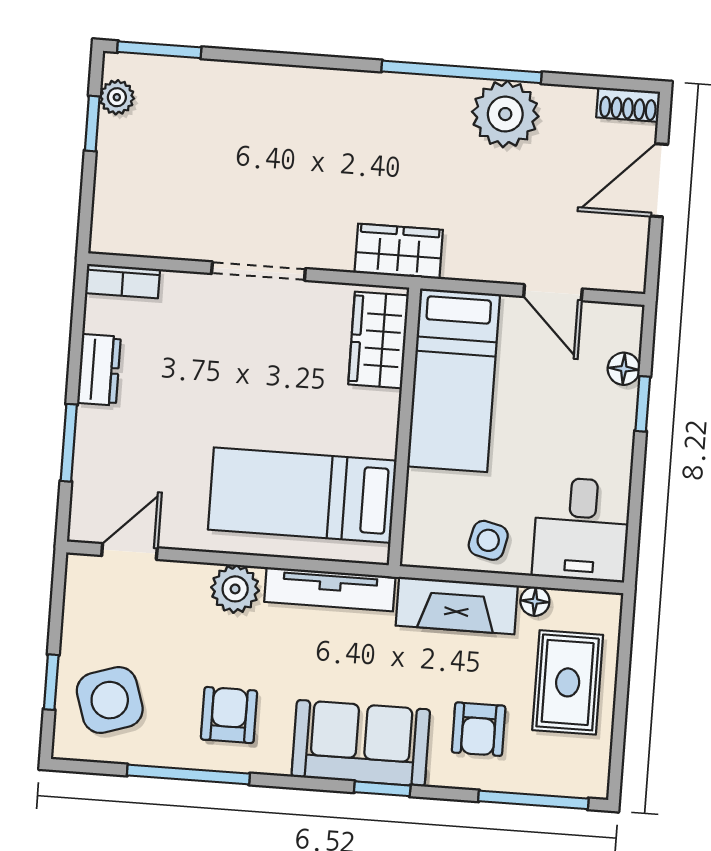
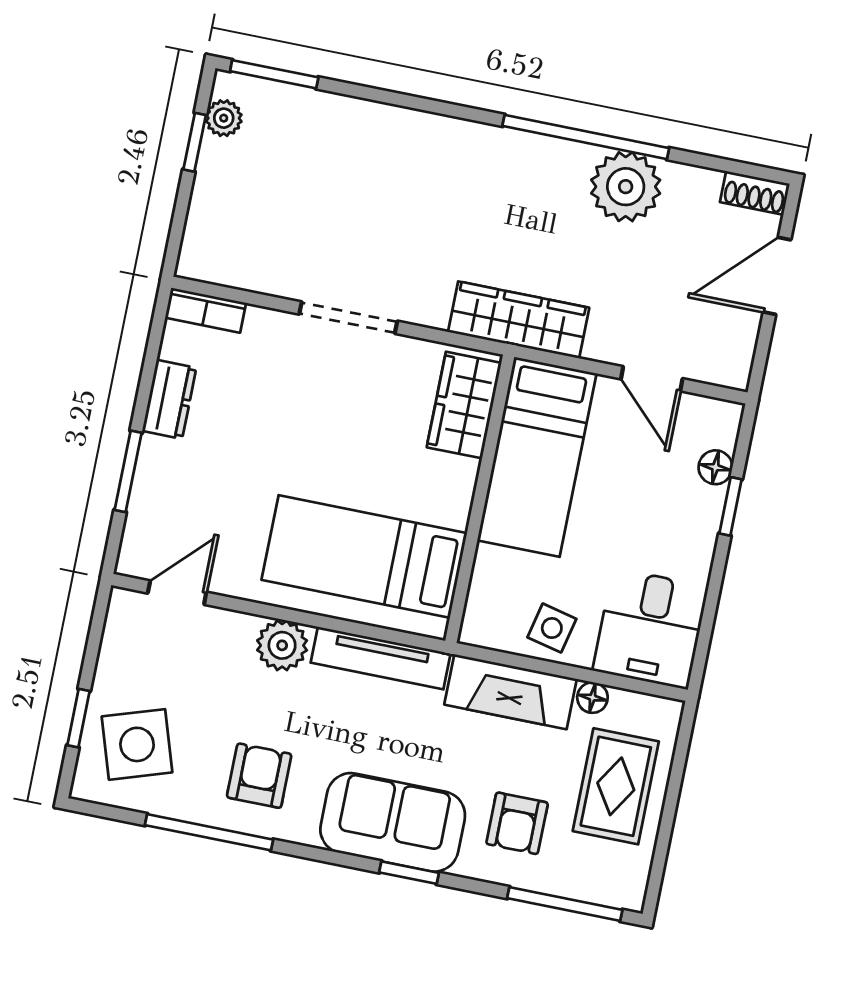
wardrobe: (399, 251) -> (519, 320), width x1.50

